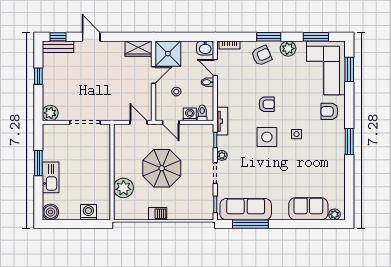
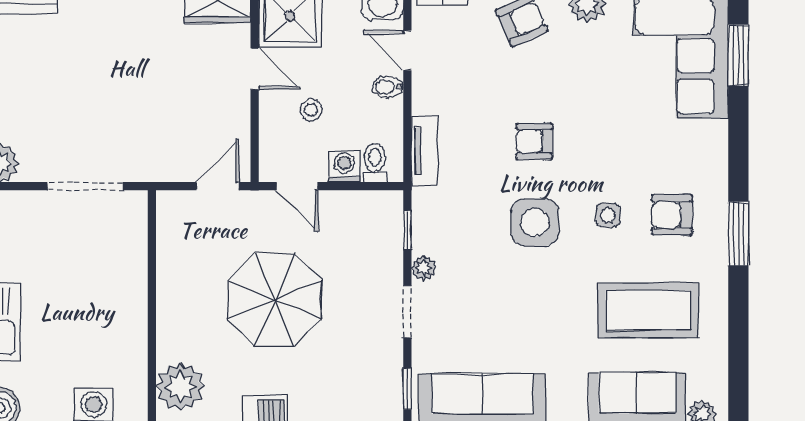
door: (154, 75) -> (255, 69), hinge flipped
armchair: (267, 104) -> (534, 141), turned 180
armchair: (329, 111) -> (672, 215), moved
tv unit: (222, 121) -> (424, 151), moved
door: (139, 122) -> (218, 186), hinge flipped
coffee table: (313, 173) -> (648, 310), added
plant: (123, 188) -> (180, 387), moved

